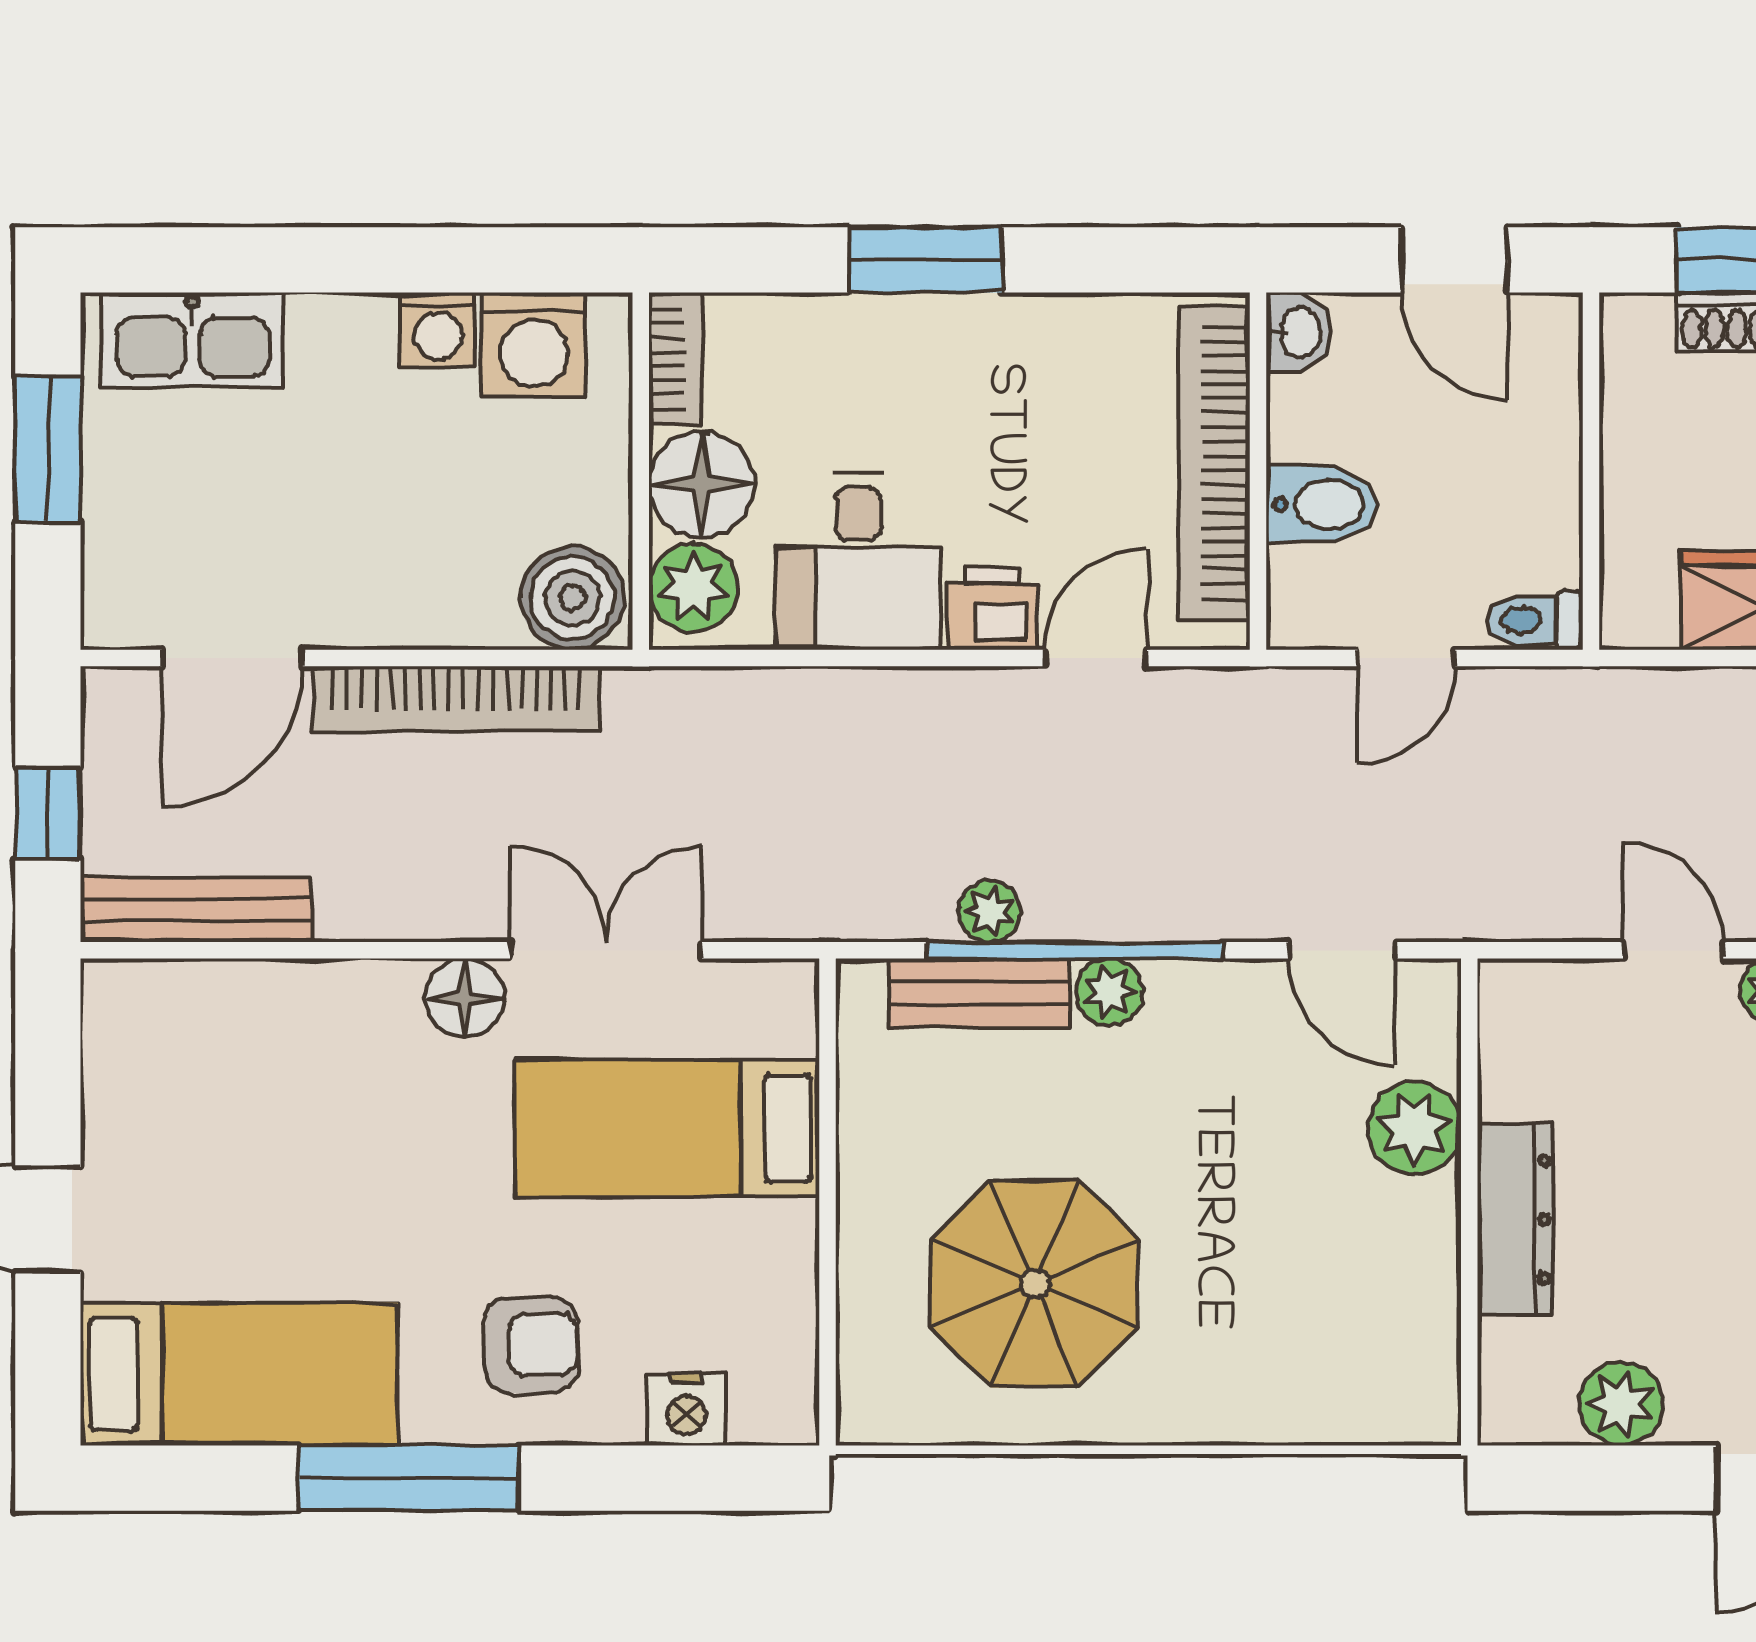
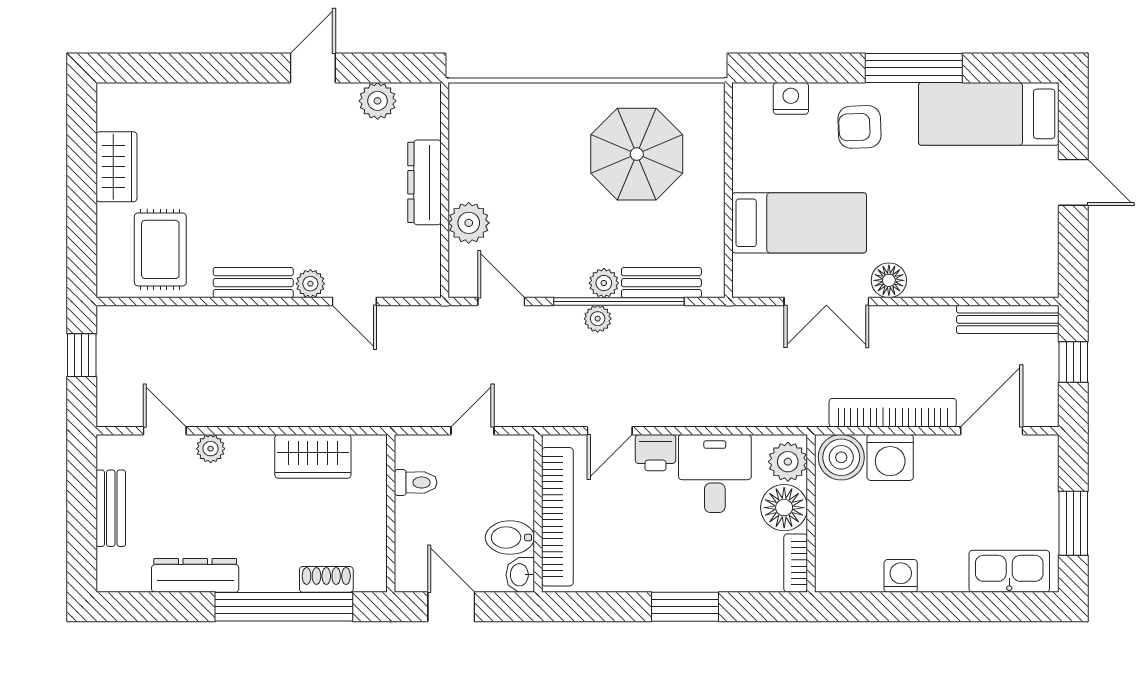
washing machine: (534, 345) -> (890, 457), moved, turned 180
bidet: (1321, 505) -> (510, 537), moved
toilet: (1535, 620) -> (416, 482), moved
plant: (989, 911) -> (598, 319), moved

